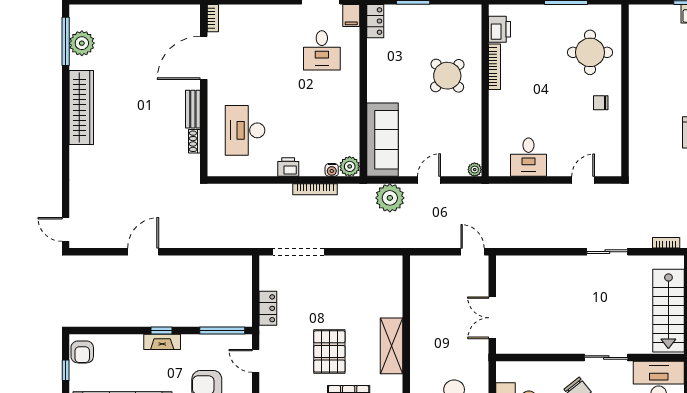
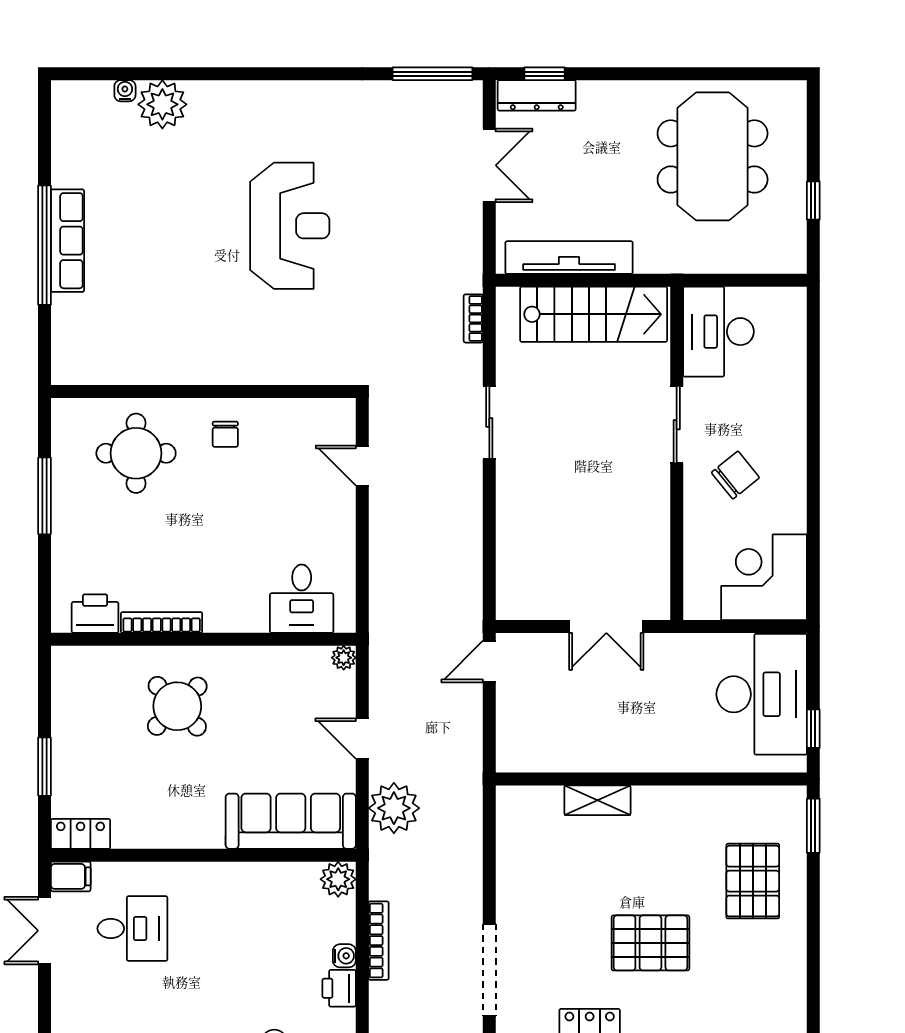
desk: (528, 157) -> (302, 599), moved, turned 90
water cooler: (332, 170) -> (344, 956), moved
shelving: (391, 346) -> (597, 800), moved, width x0.67, depth x0.75
pallet: (329, 351) -> (650, 943), moved

